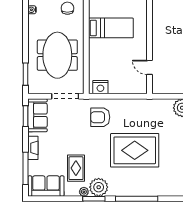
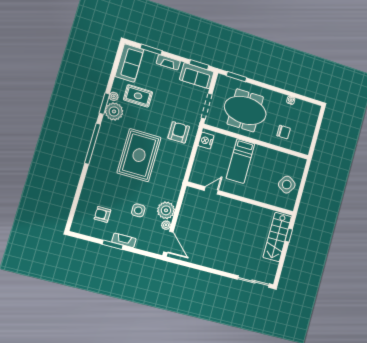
bed: (111, 28) -> (241, 161), moved
window: (25, 168) -> (151, 49), width x0.69

